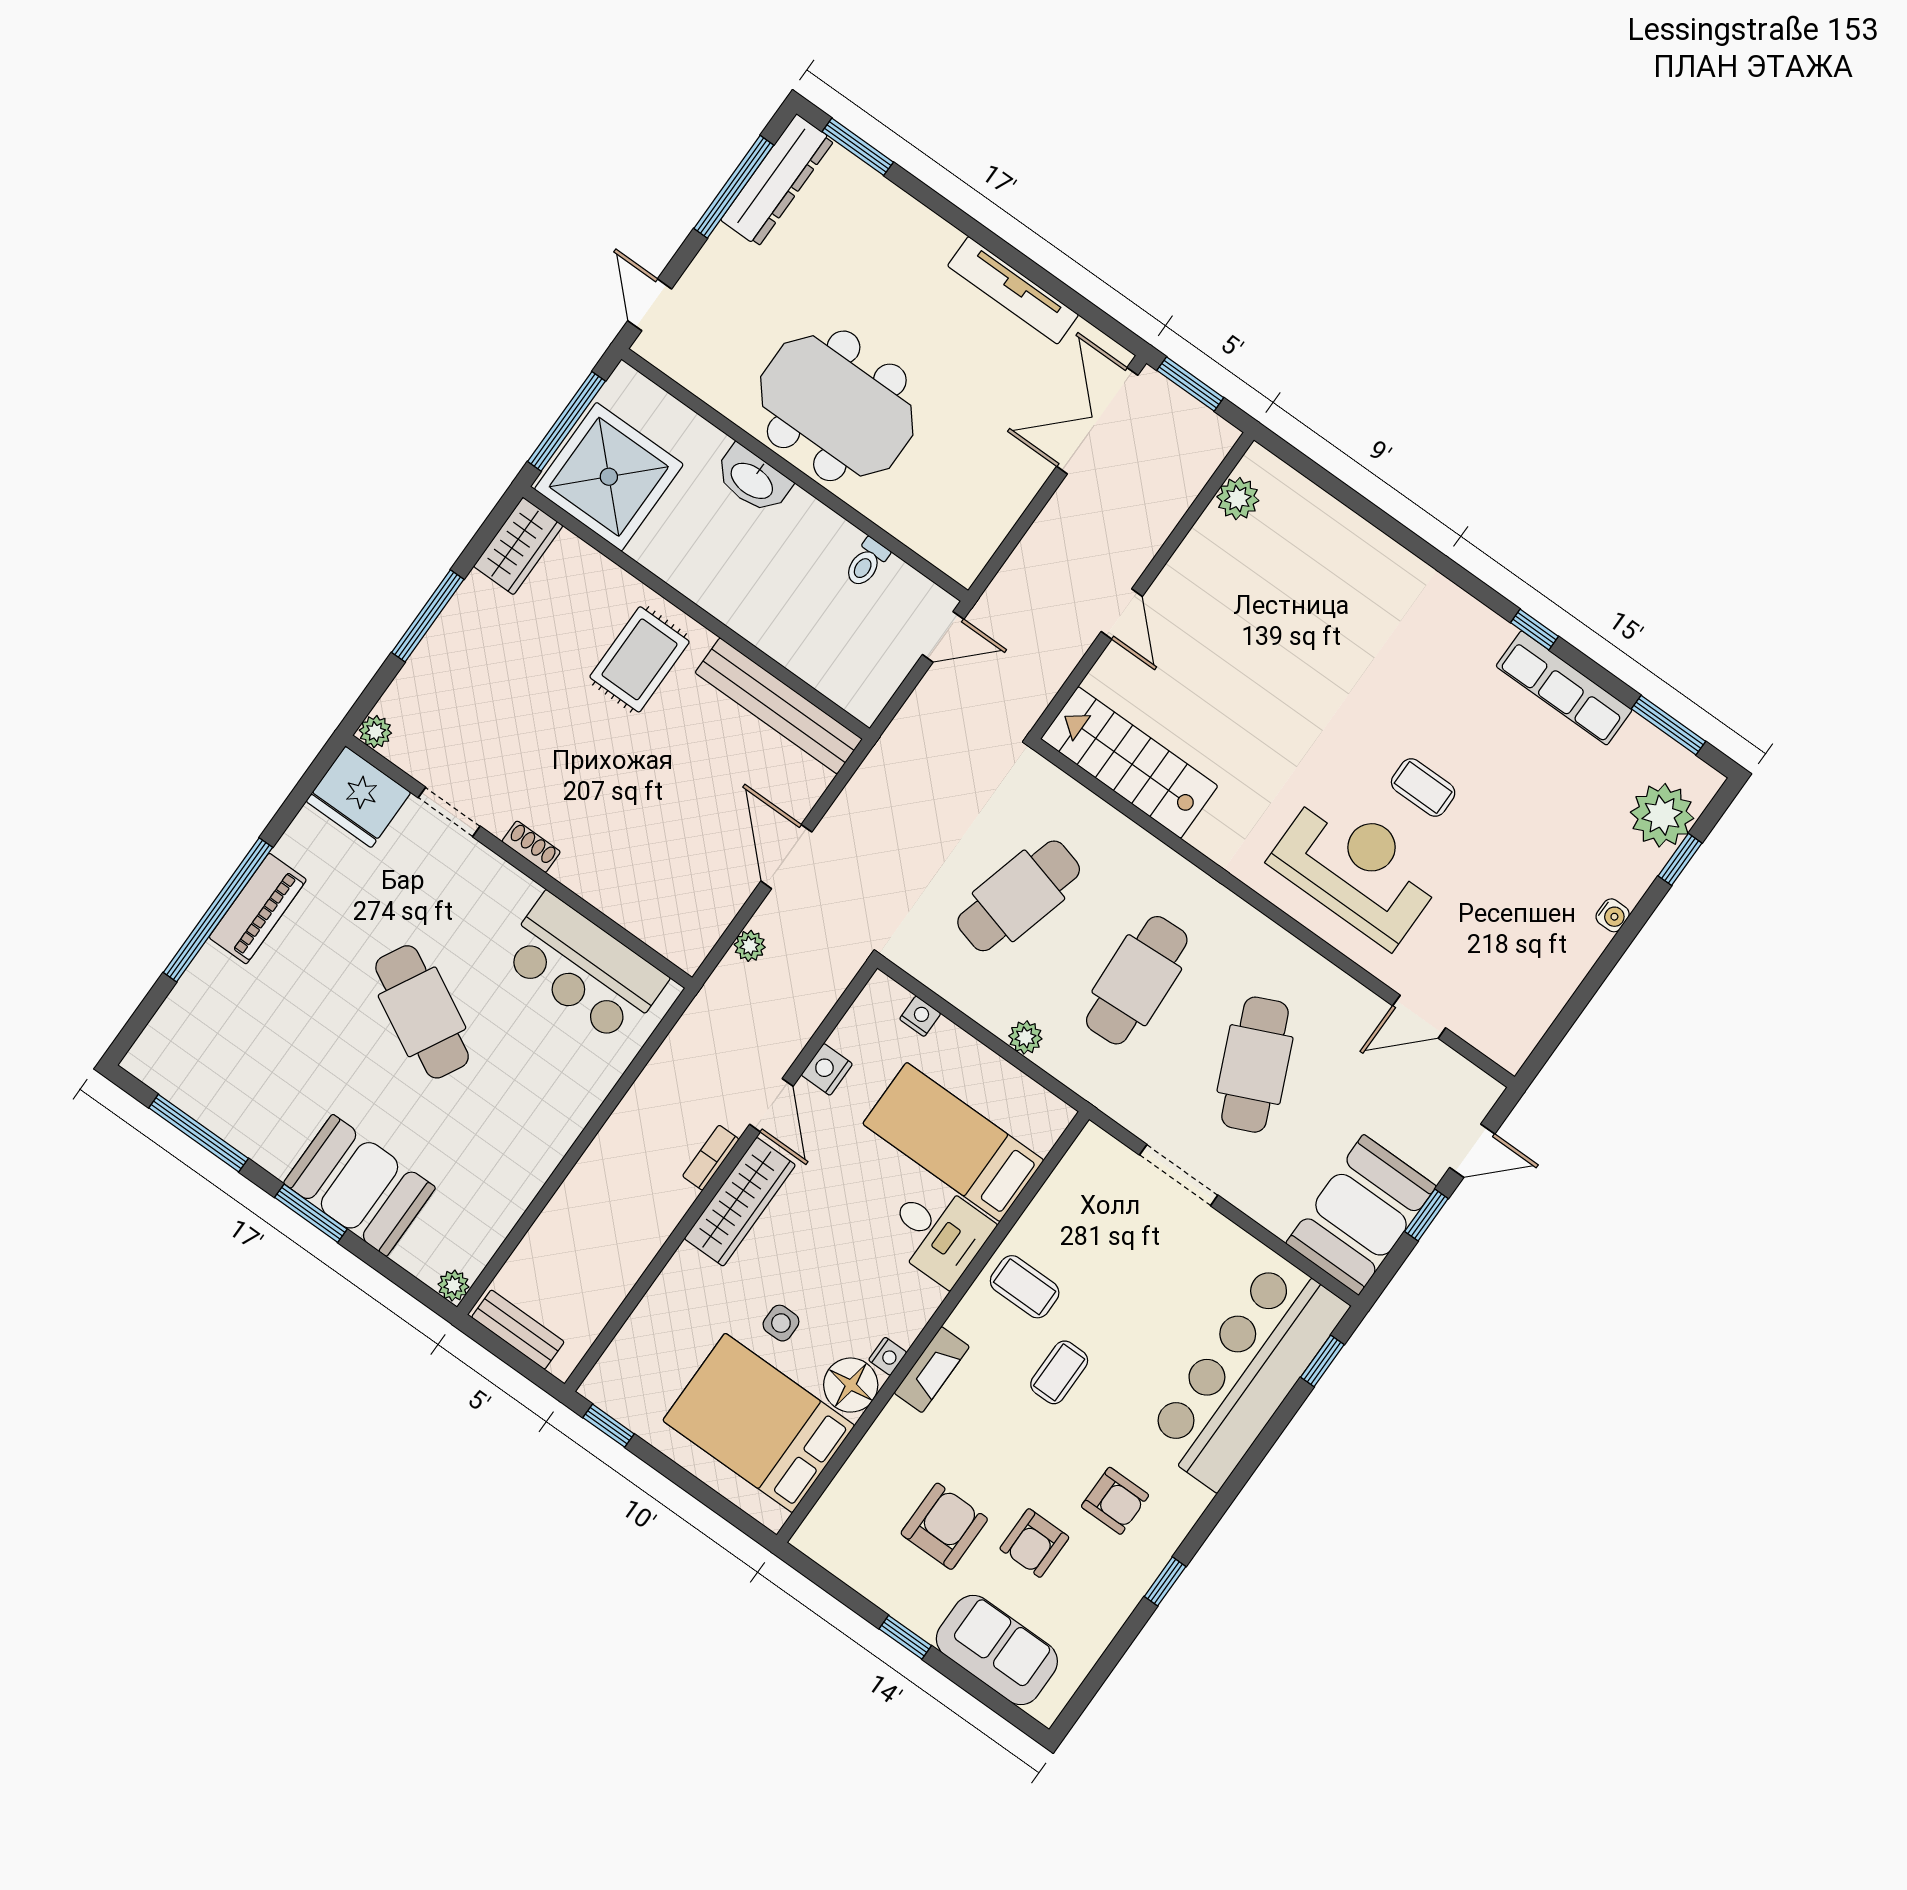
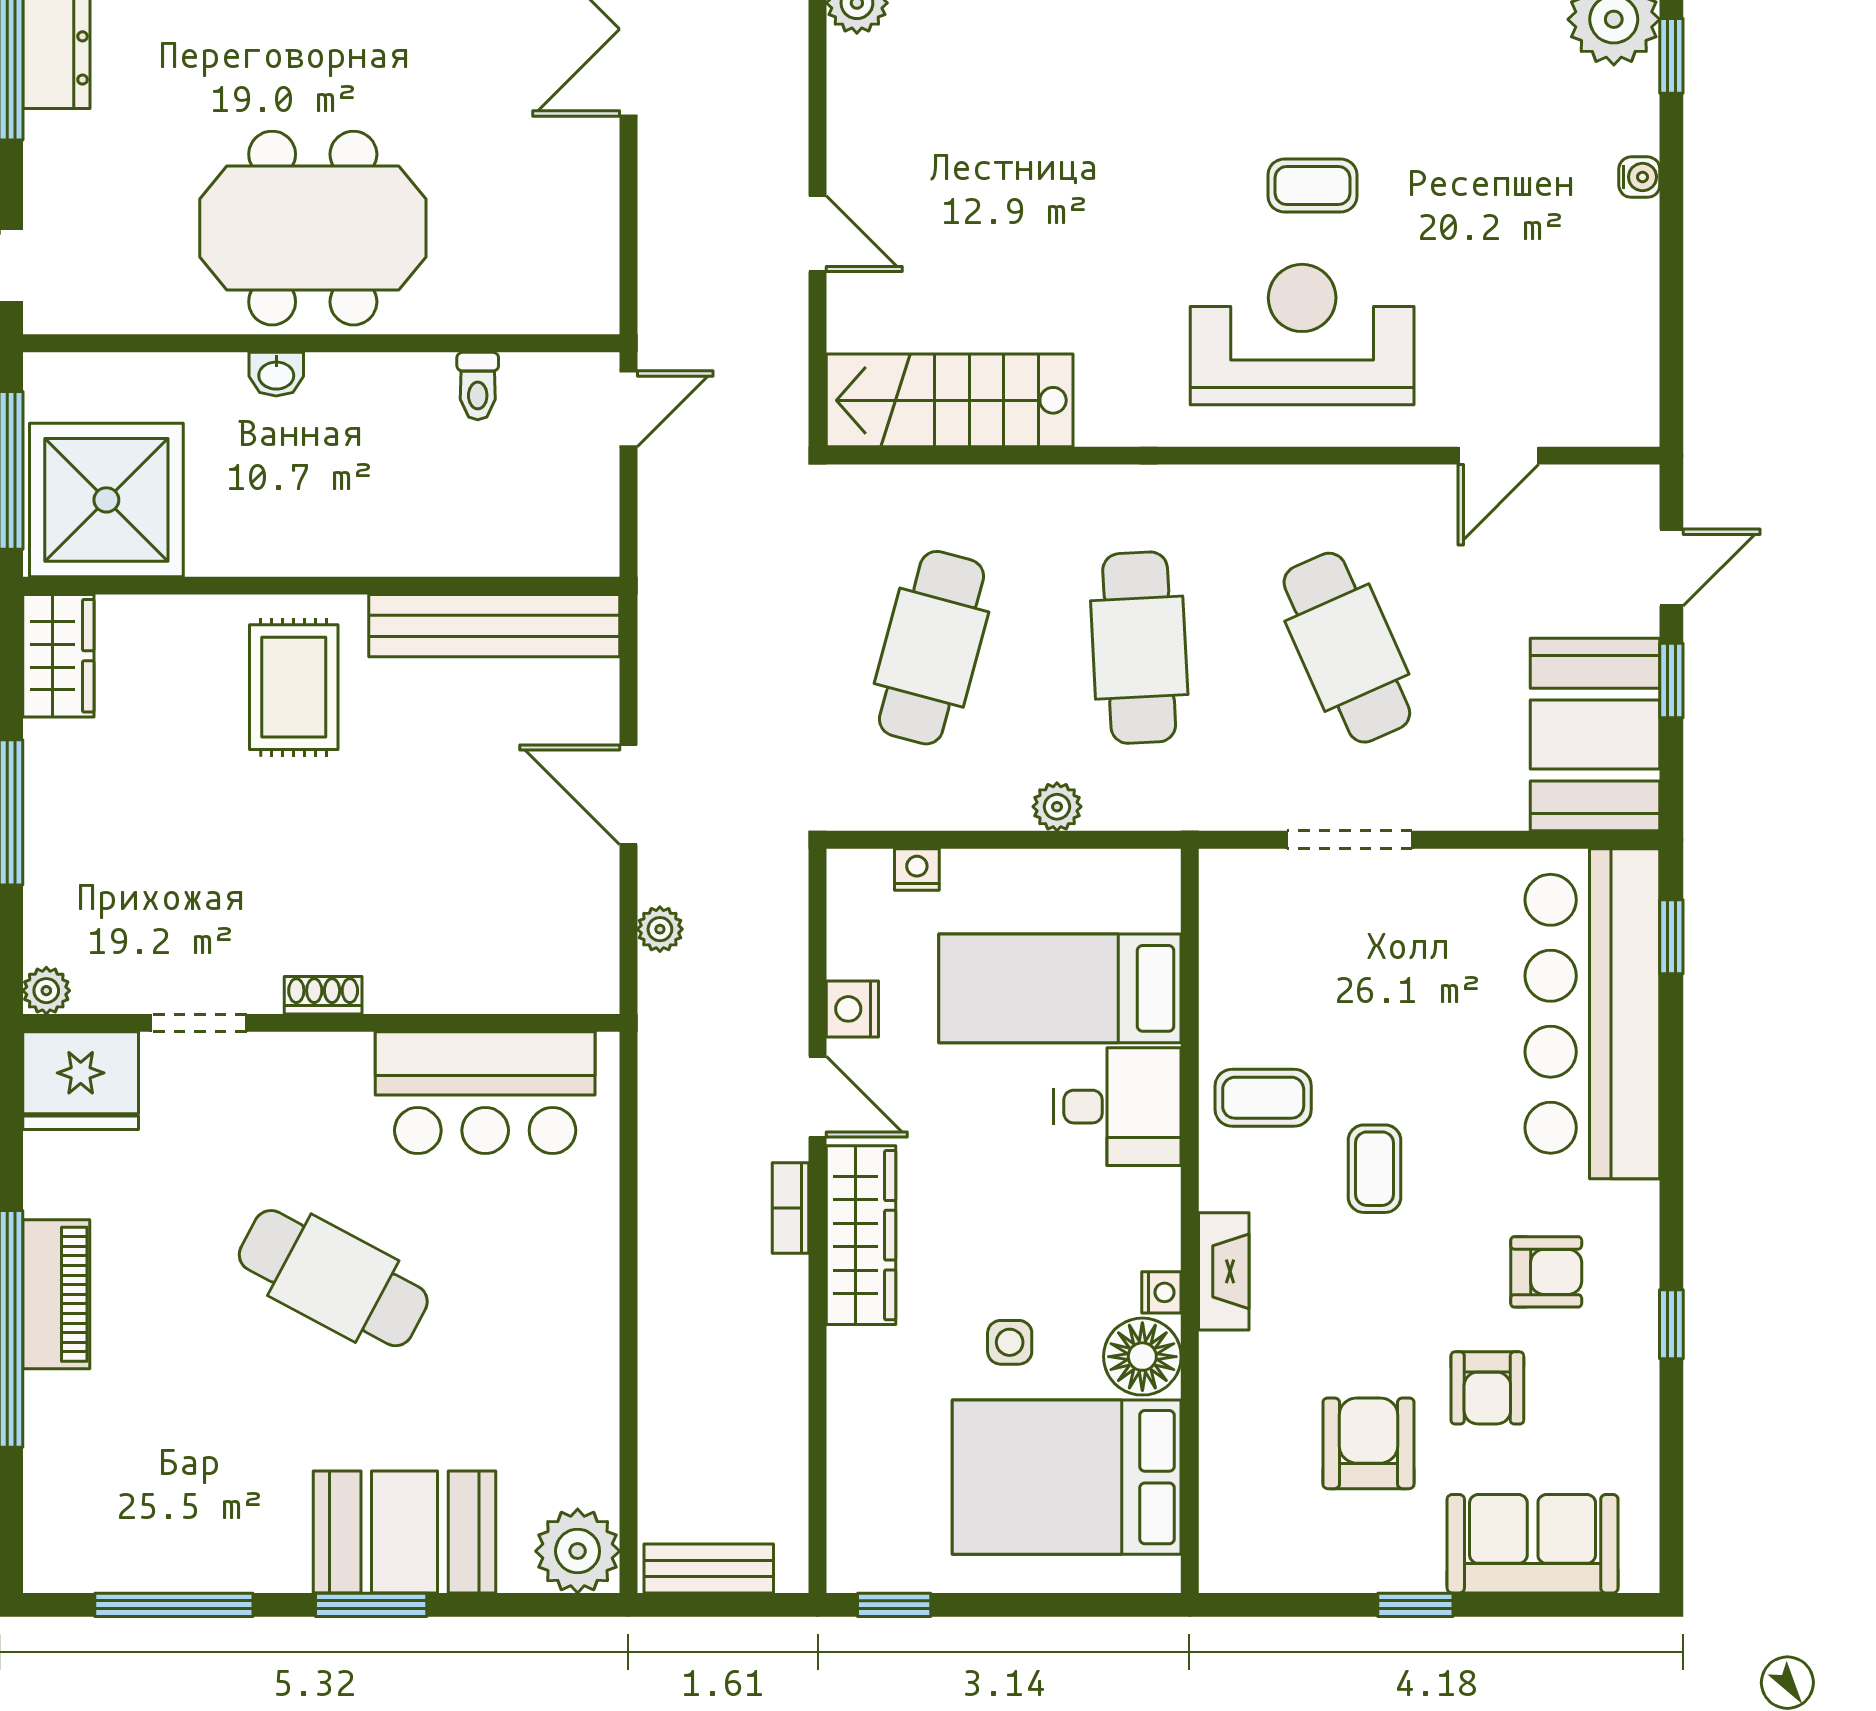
washbasin: (753, 480) -> (276, 374), width x0.52, depth x0.69
plant: (453, 1286) -> (578, 1551), width x1.88, depth x1.88

